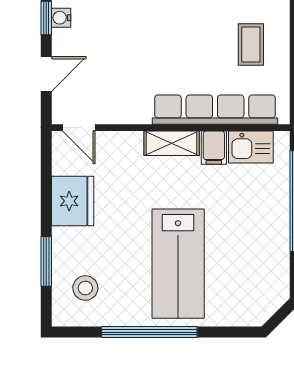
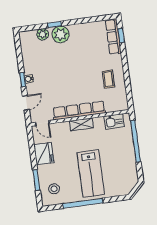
row of seats: (215, 110) -> (79, 111), moved
filing cabinet: (214, 148) -> (99, 124), removed

